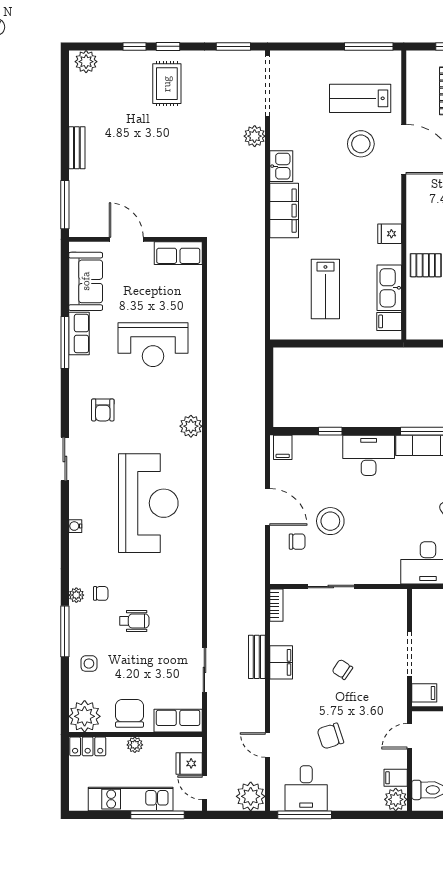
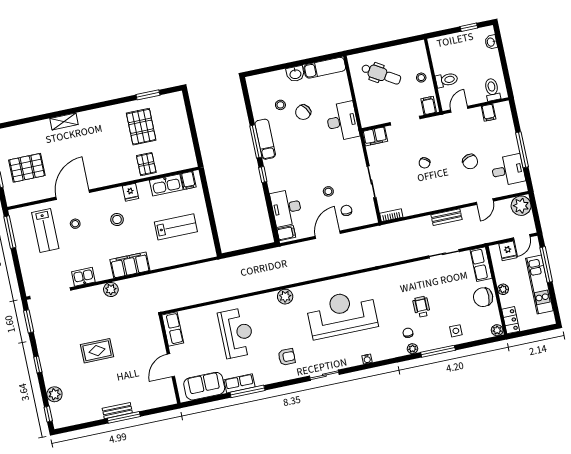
window: (134, 46) -> (48, 414), moved
plant: (86, 62) -> (54, 394), moved
rug: (167, 84) -> (97, 351), moved
plant: (255, 136) -> (111, 289), moved
stool: (361, 144) -> (75, 224), width x0.53, depth x0.53
kitchen sink: (281, 166) -> (83, 277), moved
window: (65, 205) -> (124, 417), moved
stool: (354, 206) -> (117, 219), added
window: (330, 431) -> (263, 175), moved
desk: (369, 455) -> (286, 208), moved
stool: (330, 521) -> (328, 191), width x0.53, depth x0.53
bench: (257, 657) -> (447, 217), moved
filing cabinet: (281, 662) -> (375, 136), moved, turned 180
plant: (85, 716) -> (497, 330), width x0.53, depth x0.53
door: (410, 736) -> (459, 109), swing flipped
plant: (396, 799) -> (503, 110), removed
window: (305, 815) -> (522, 150), moved

